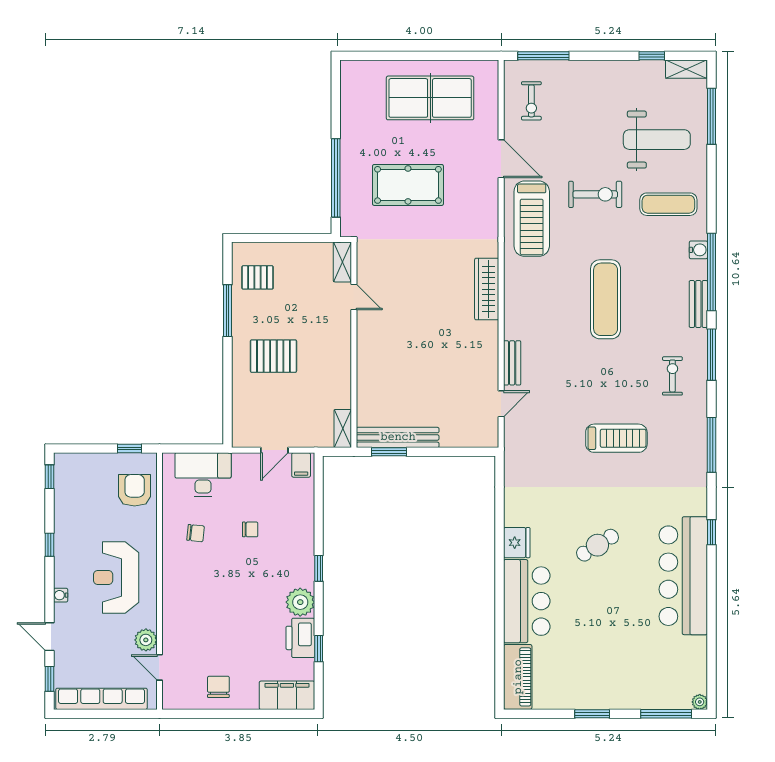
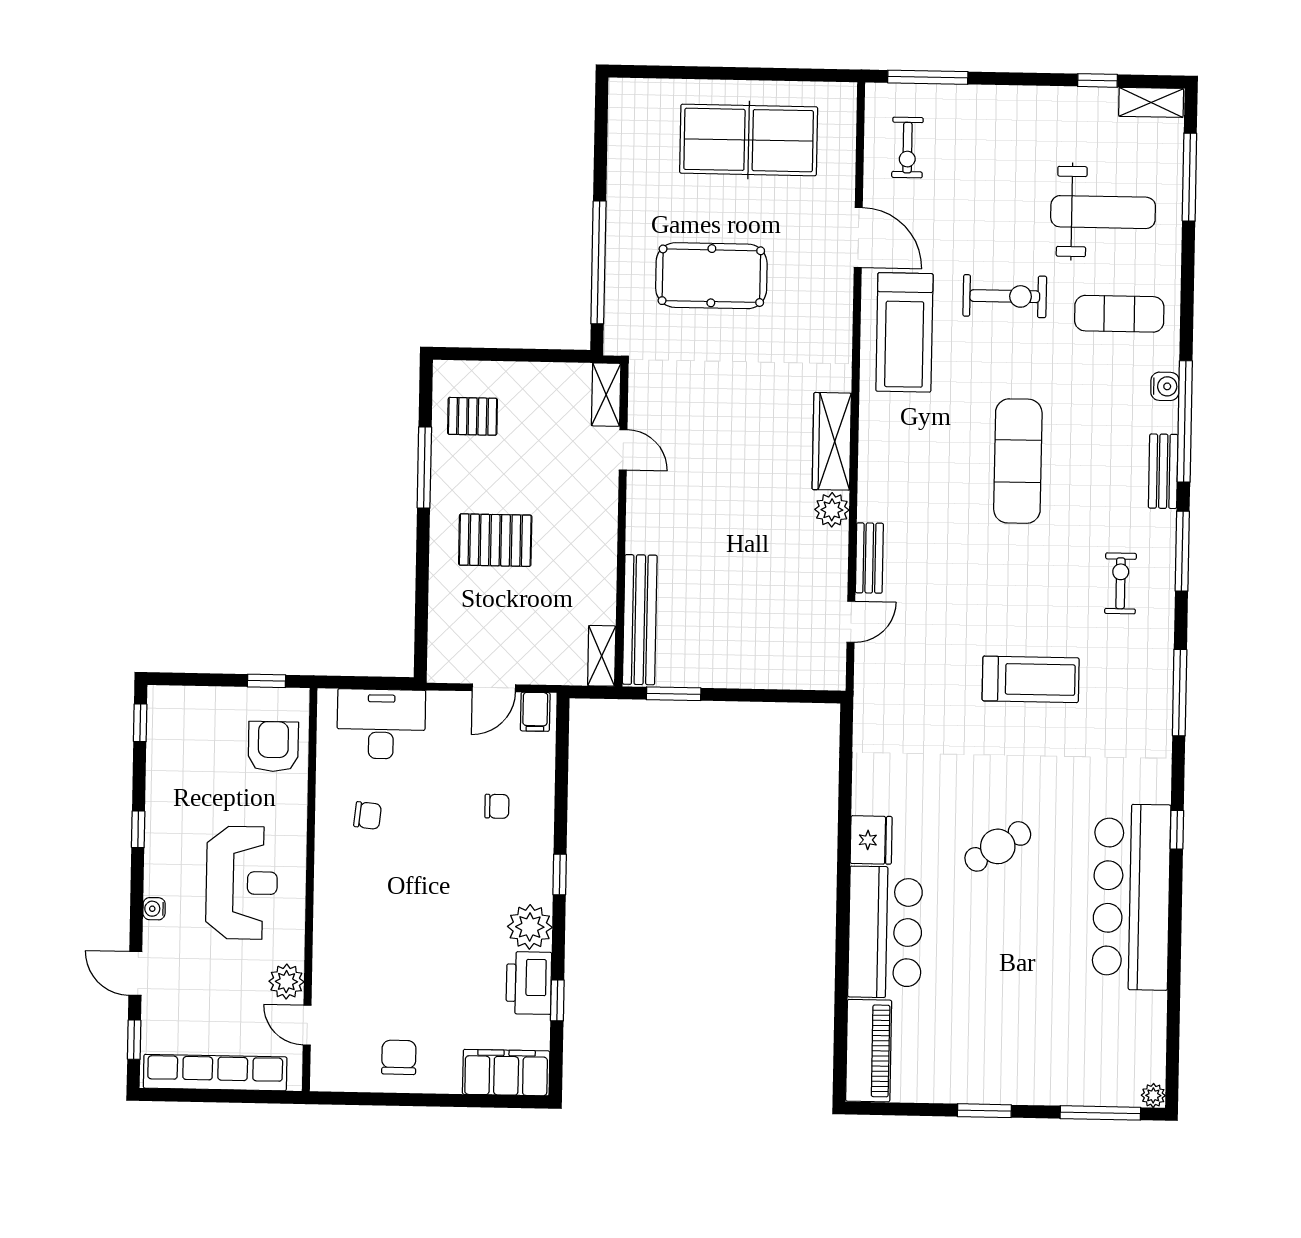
plant: (488, 333) -> (832, 510), added
bench: (398, 437) -> (640, 620), moved, turned 90
chair: (250, 529) -> (497, 806), moved
reception desk: (116, 578) -> (242, 883), turned 180

